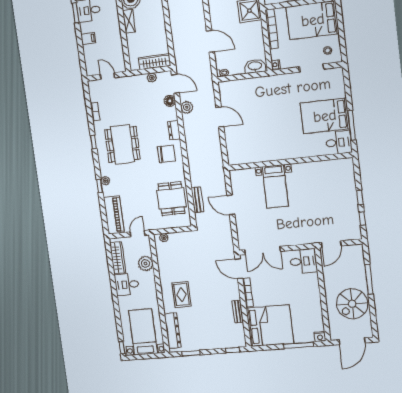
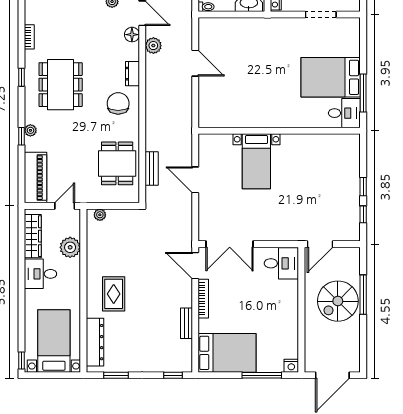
chair: (166, 154) -> (118, 103), turned -90
spiral stairs: (352, 304) -> (338, 301), moved
bed: (270, 326) -> (227, 353), width x0.73

